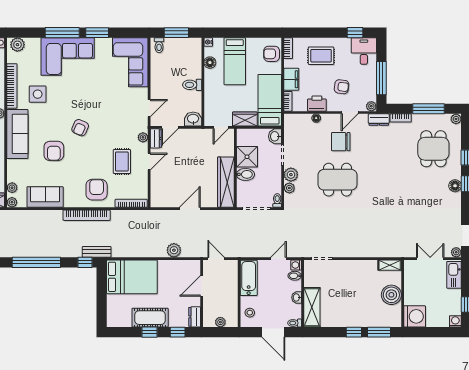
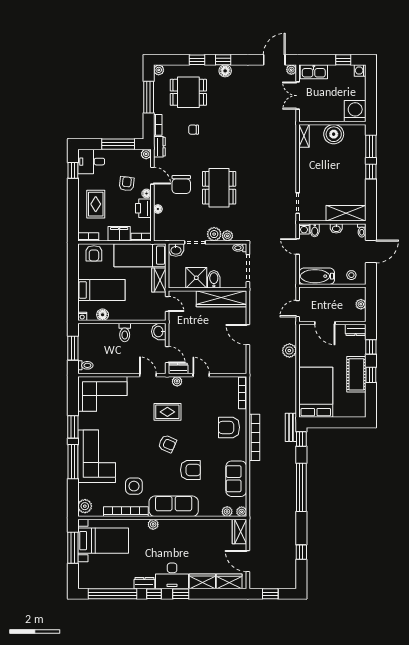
floor lamp: (332, 107) -> (147, 193), added
chair: (396, 154) -> (194, 130), added
rug: (122, 161) -> (167, 412), moved

